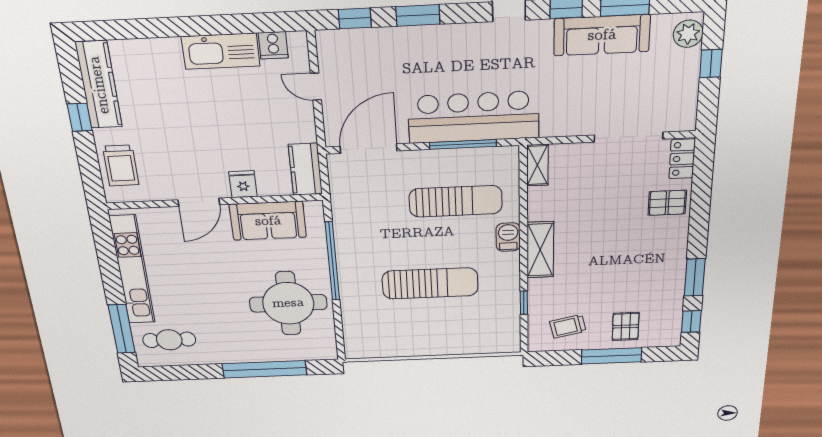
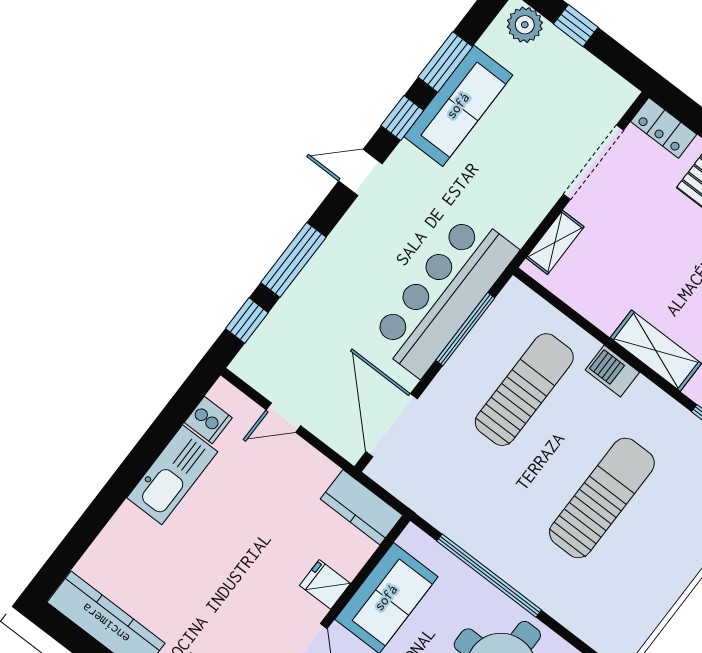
window: (418, 15) -> (293, 260), width x1.44
shelving: (537, 165) -> (555, 242), moved, turned 90

